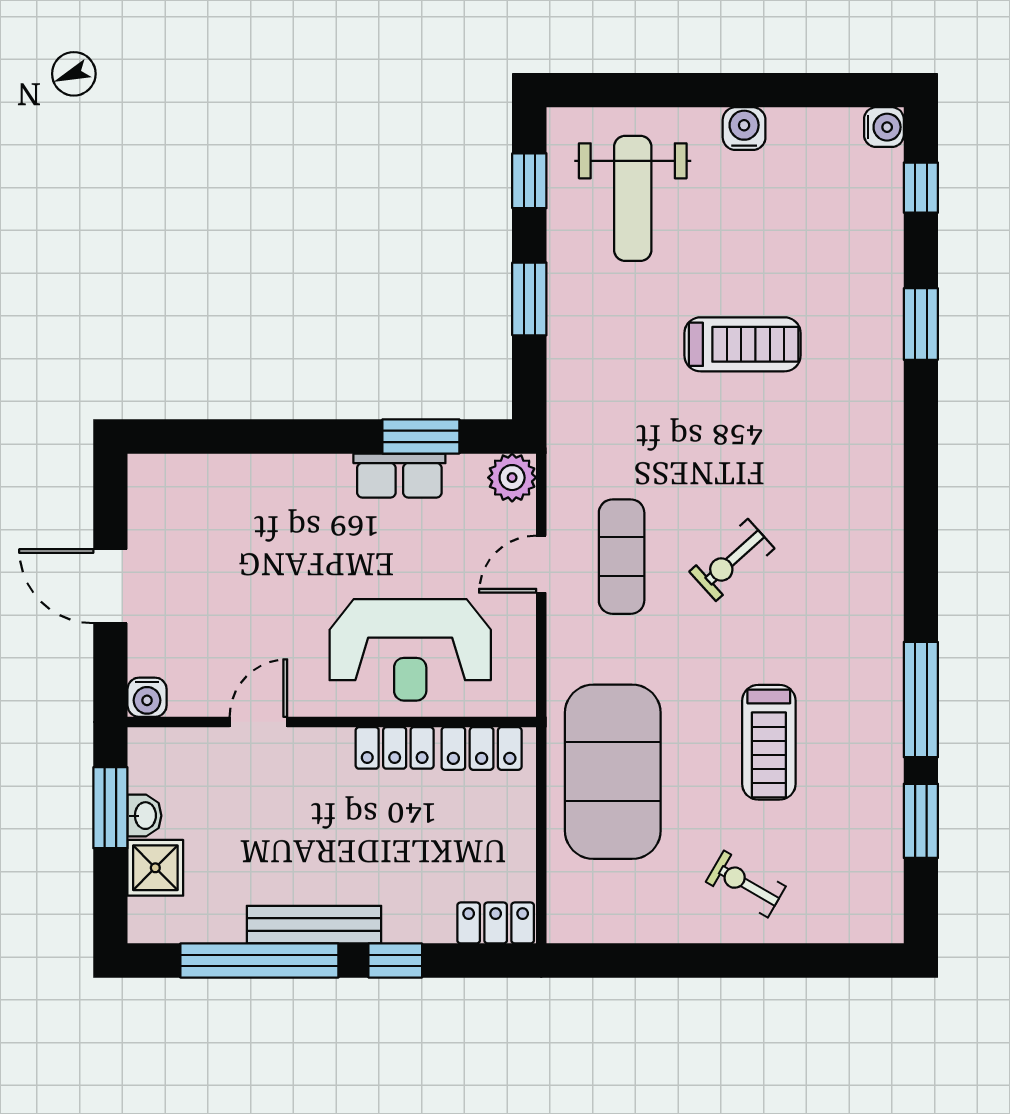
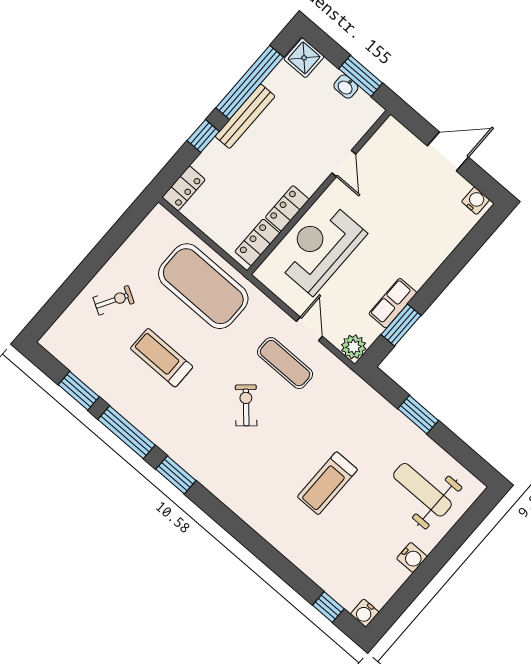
window: (529, 181) -> (465, 455), removed
window: (921, 324) -> (176, 475), moved
water cooler: (147, 697) -> (476, 201), moved, turned 90
shower: (155, 868) -> (304, 58), moved

